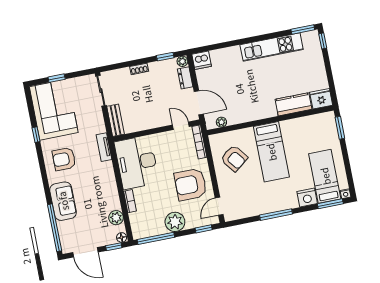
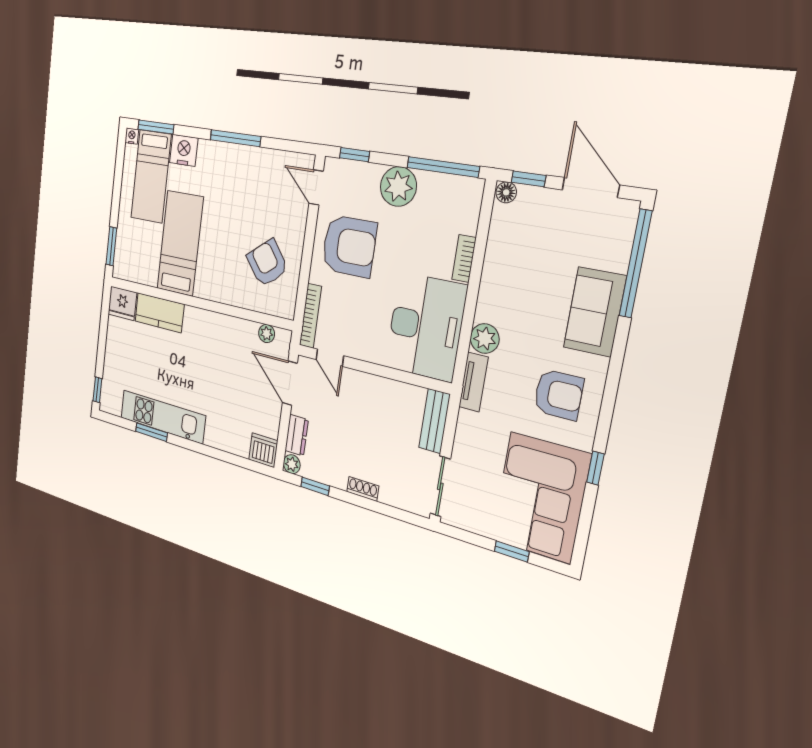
window: (303, 29) -> (151, 432), moved
bed: (271, 152) -> (180, 243), moved
door: (219, 206) -> (316, 187), swing flipped
plant: (116, 218) -> (485, 339), moved

